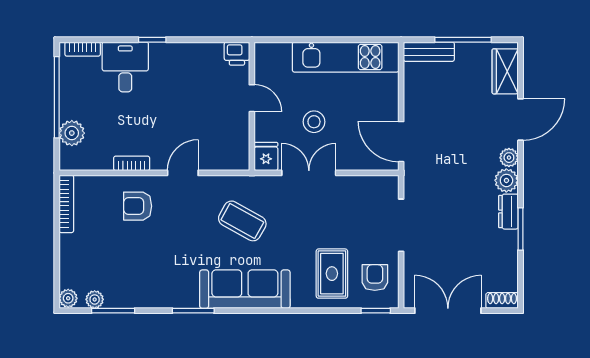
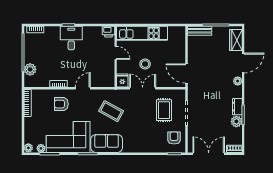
kitchen unit: (346, 57) -> (142, 33), moved
desk: (125, 67) -> (71, 38), moved
plant: (506, 180) -> (236, 121), moved
rug: (332, 274) -> (164, 110), moved
corner sofa: (152, 276) -> (68, 137), added
sofa: (245, 289) -> (107, 143), width x0.73

